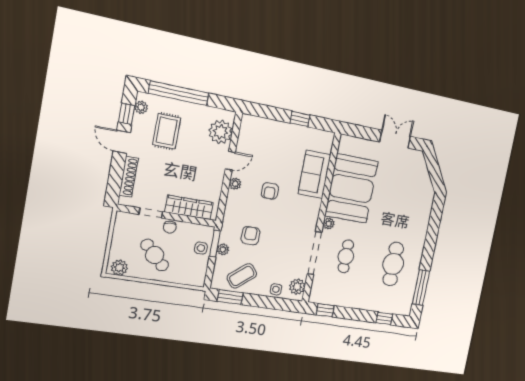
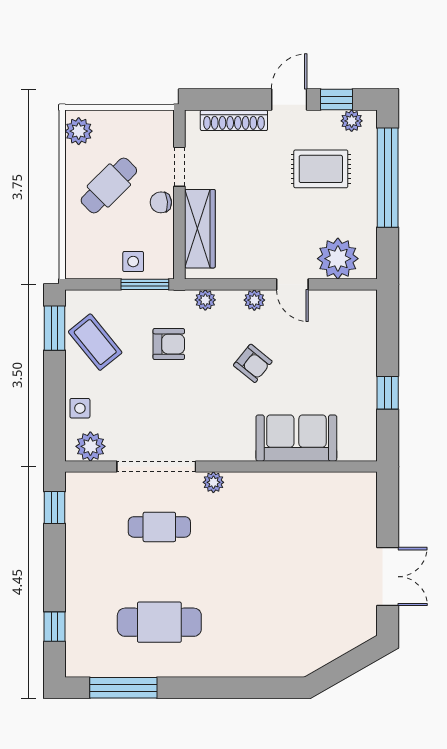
booth: (352, 189) -> (284, 512), removed
armchair: (270, 191) -> (253, 363), turned -141
plant: (223, 249) -> (205, 300), moved

